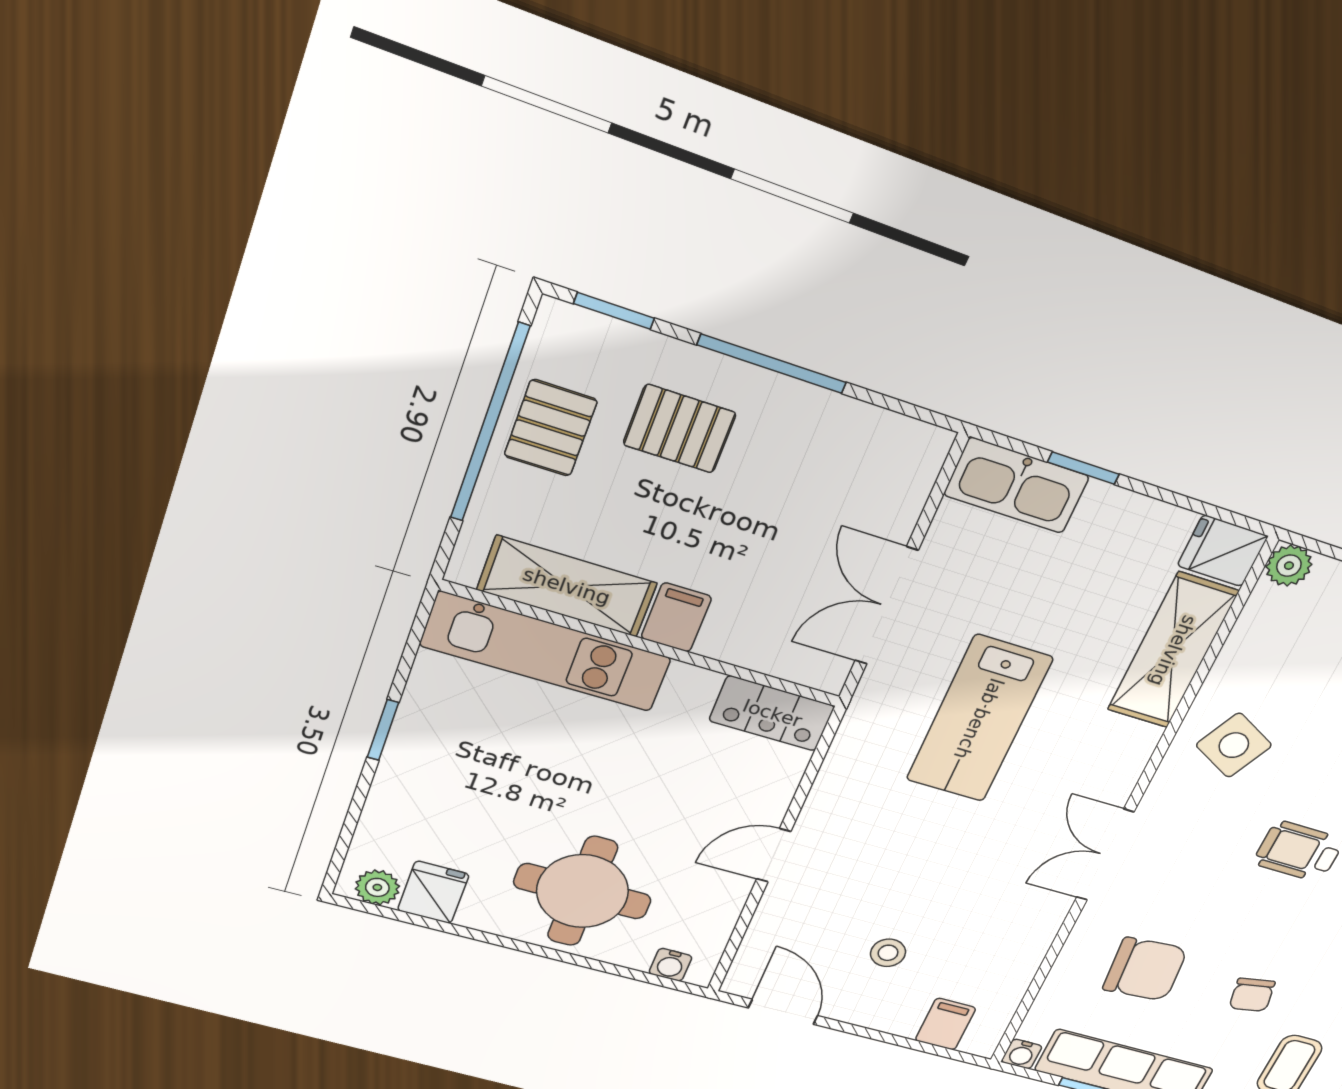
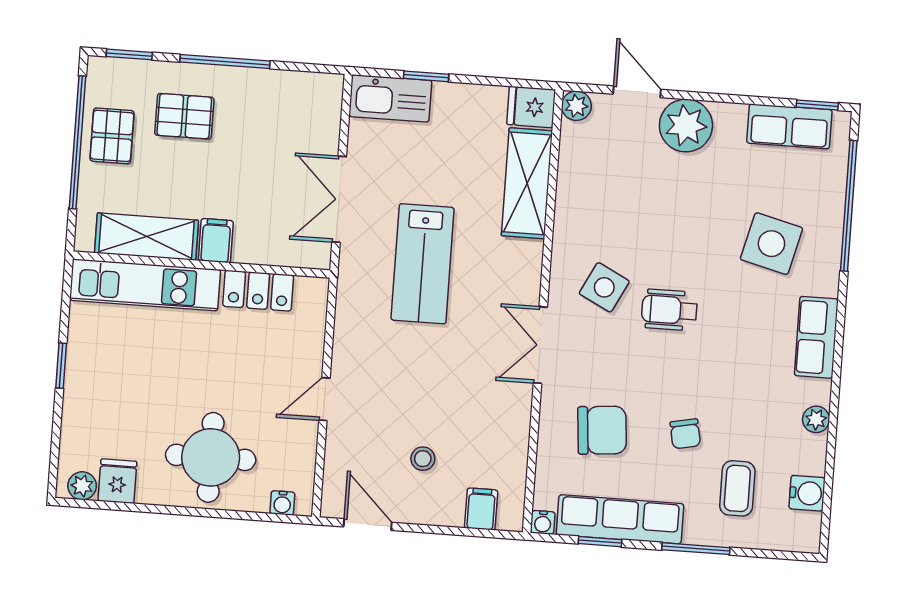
locker: (772, 713) -> (258, 291), moved
side table: (1234, 745) -> (604, 287), moved

